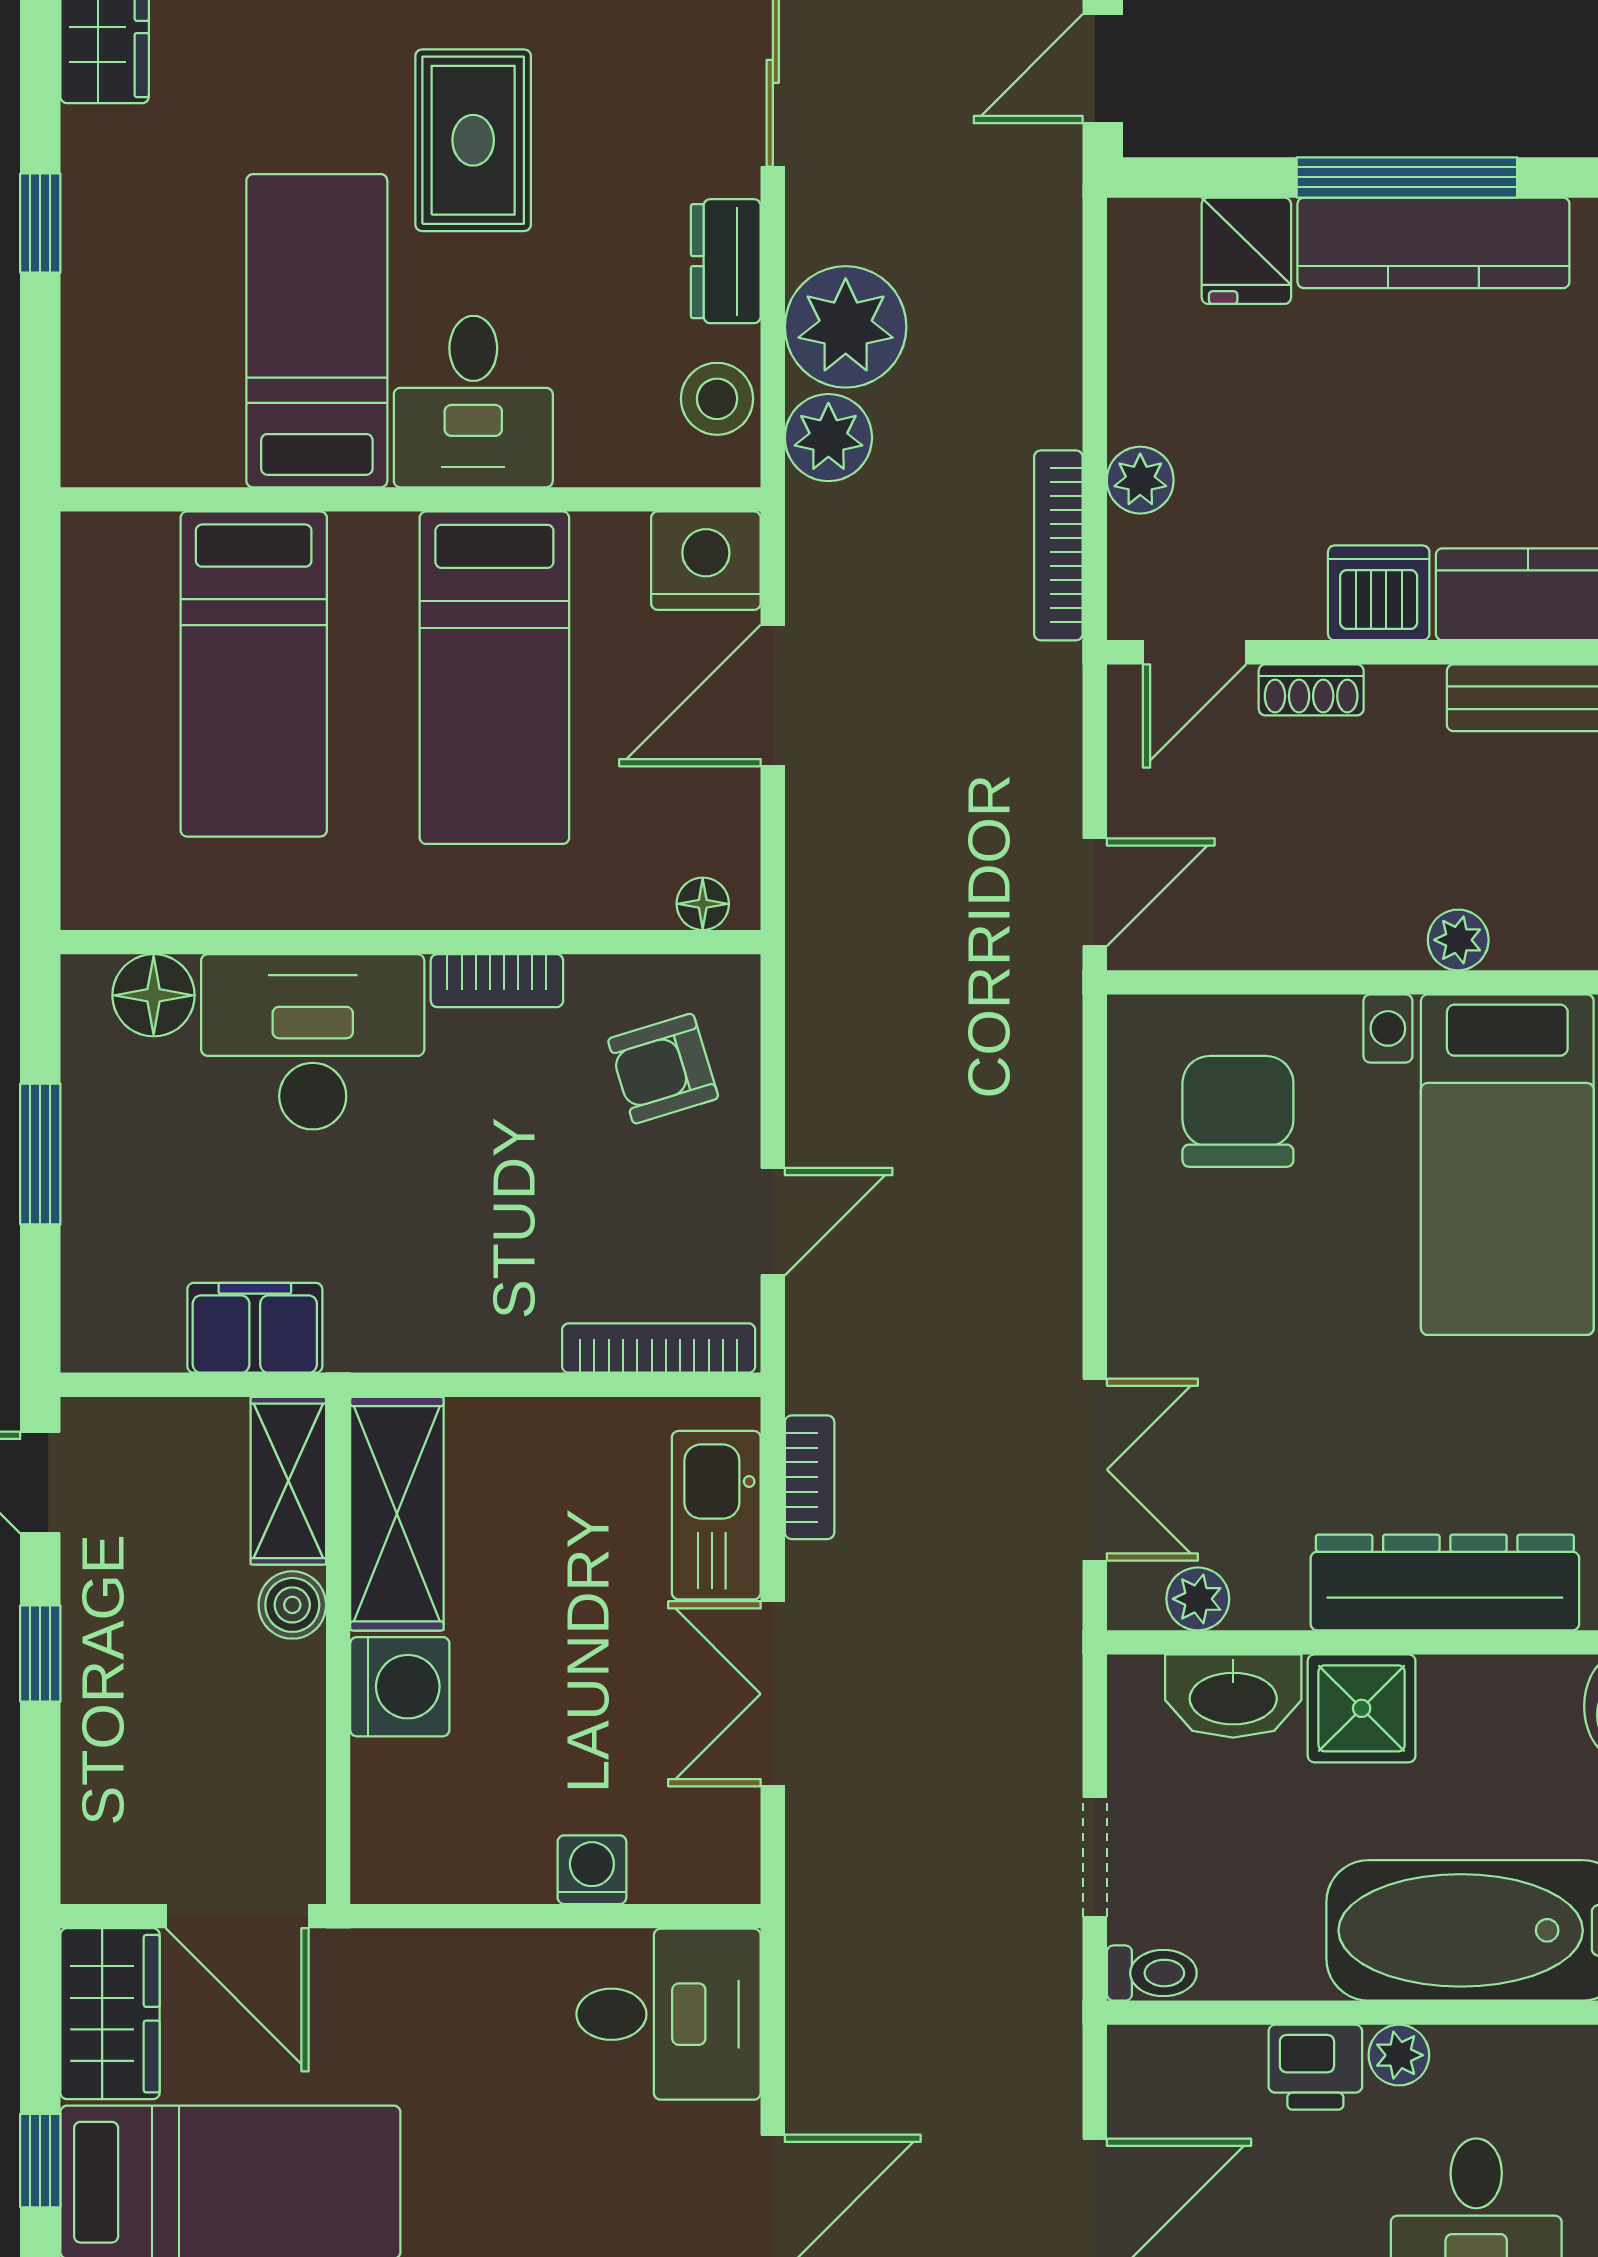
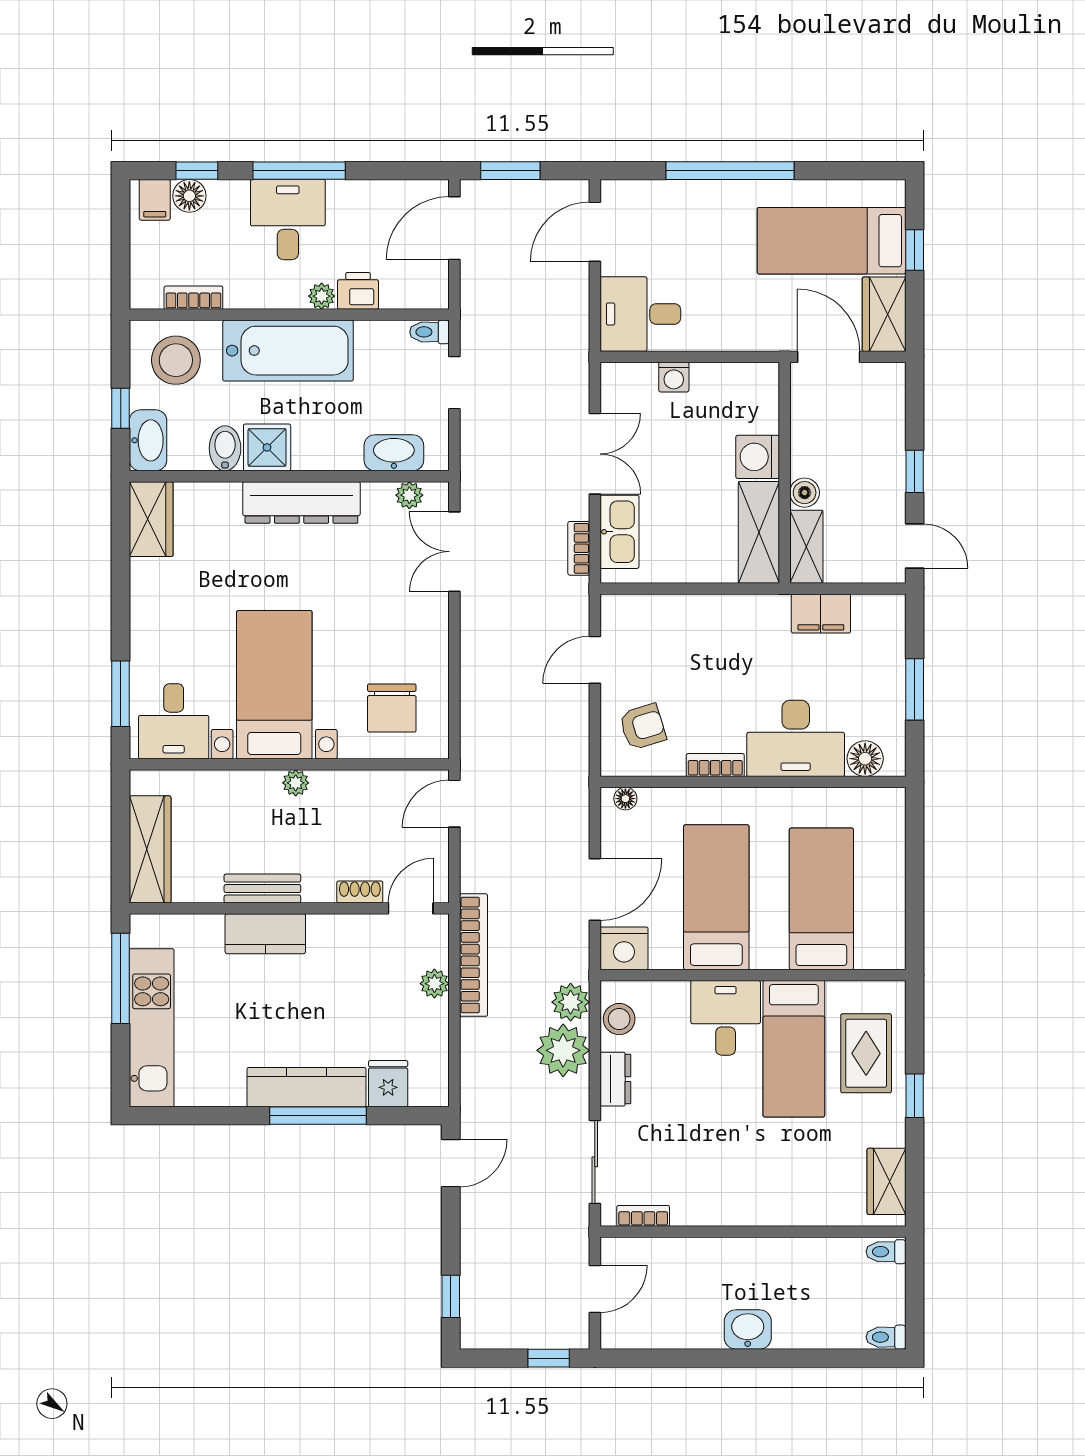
rug: (473, 140) -> (866, 1053), moved
bookcase: (1058, 545) -> (473, 955), width x1.48, depth x1.31
dishwasher: (1379, 593) -> (330, 934), removed
bookcase: (659, 1348) -> (645, 605), removed
shower: (1362, 1708) -> (267, 447), moved

